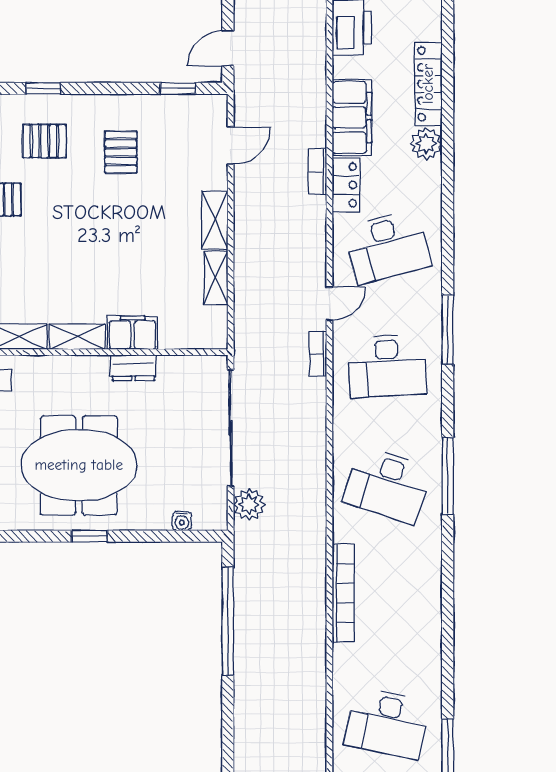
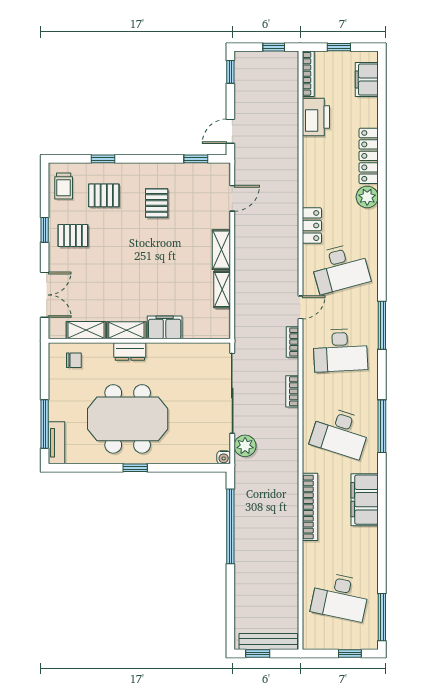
filing cabinet: (352, 118) -> (365, 500), moved, turned 180
bookcase: (318, 171) -> (292, 391), moved
dresser: (133, 368) -> (130, 352), moved
water cooler: (182, 521) -> (224, 457), moved

